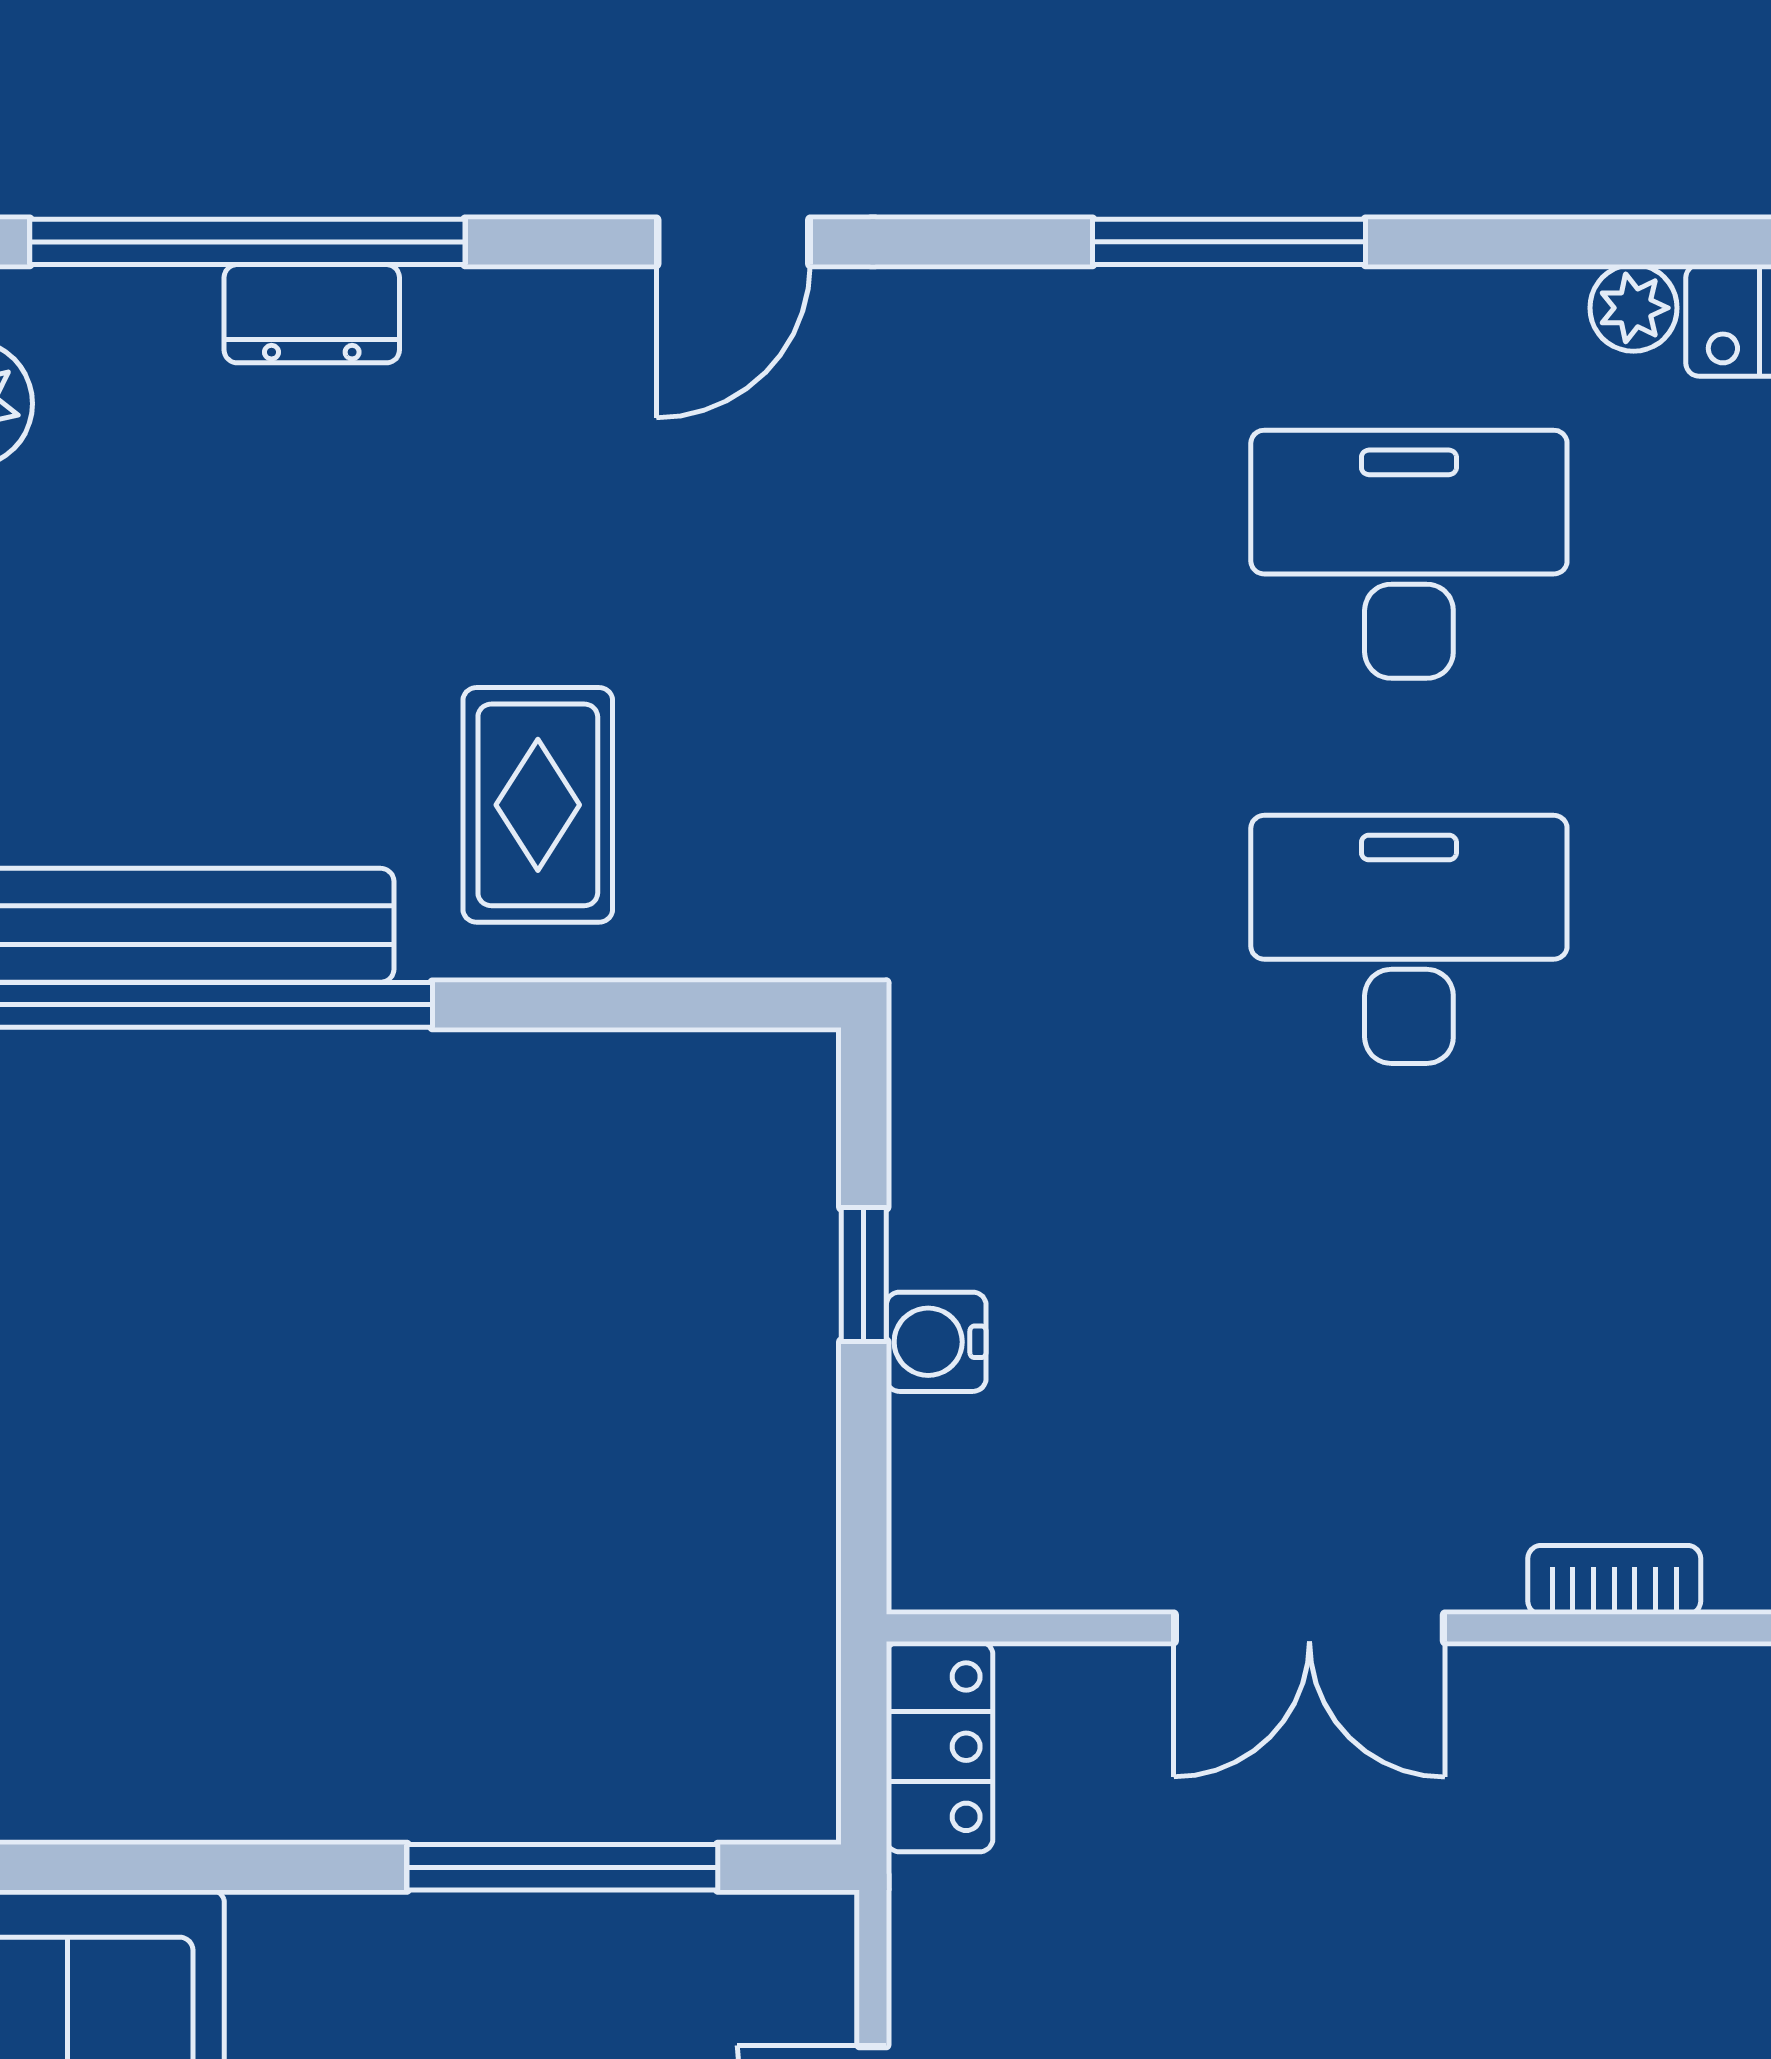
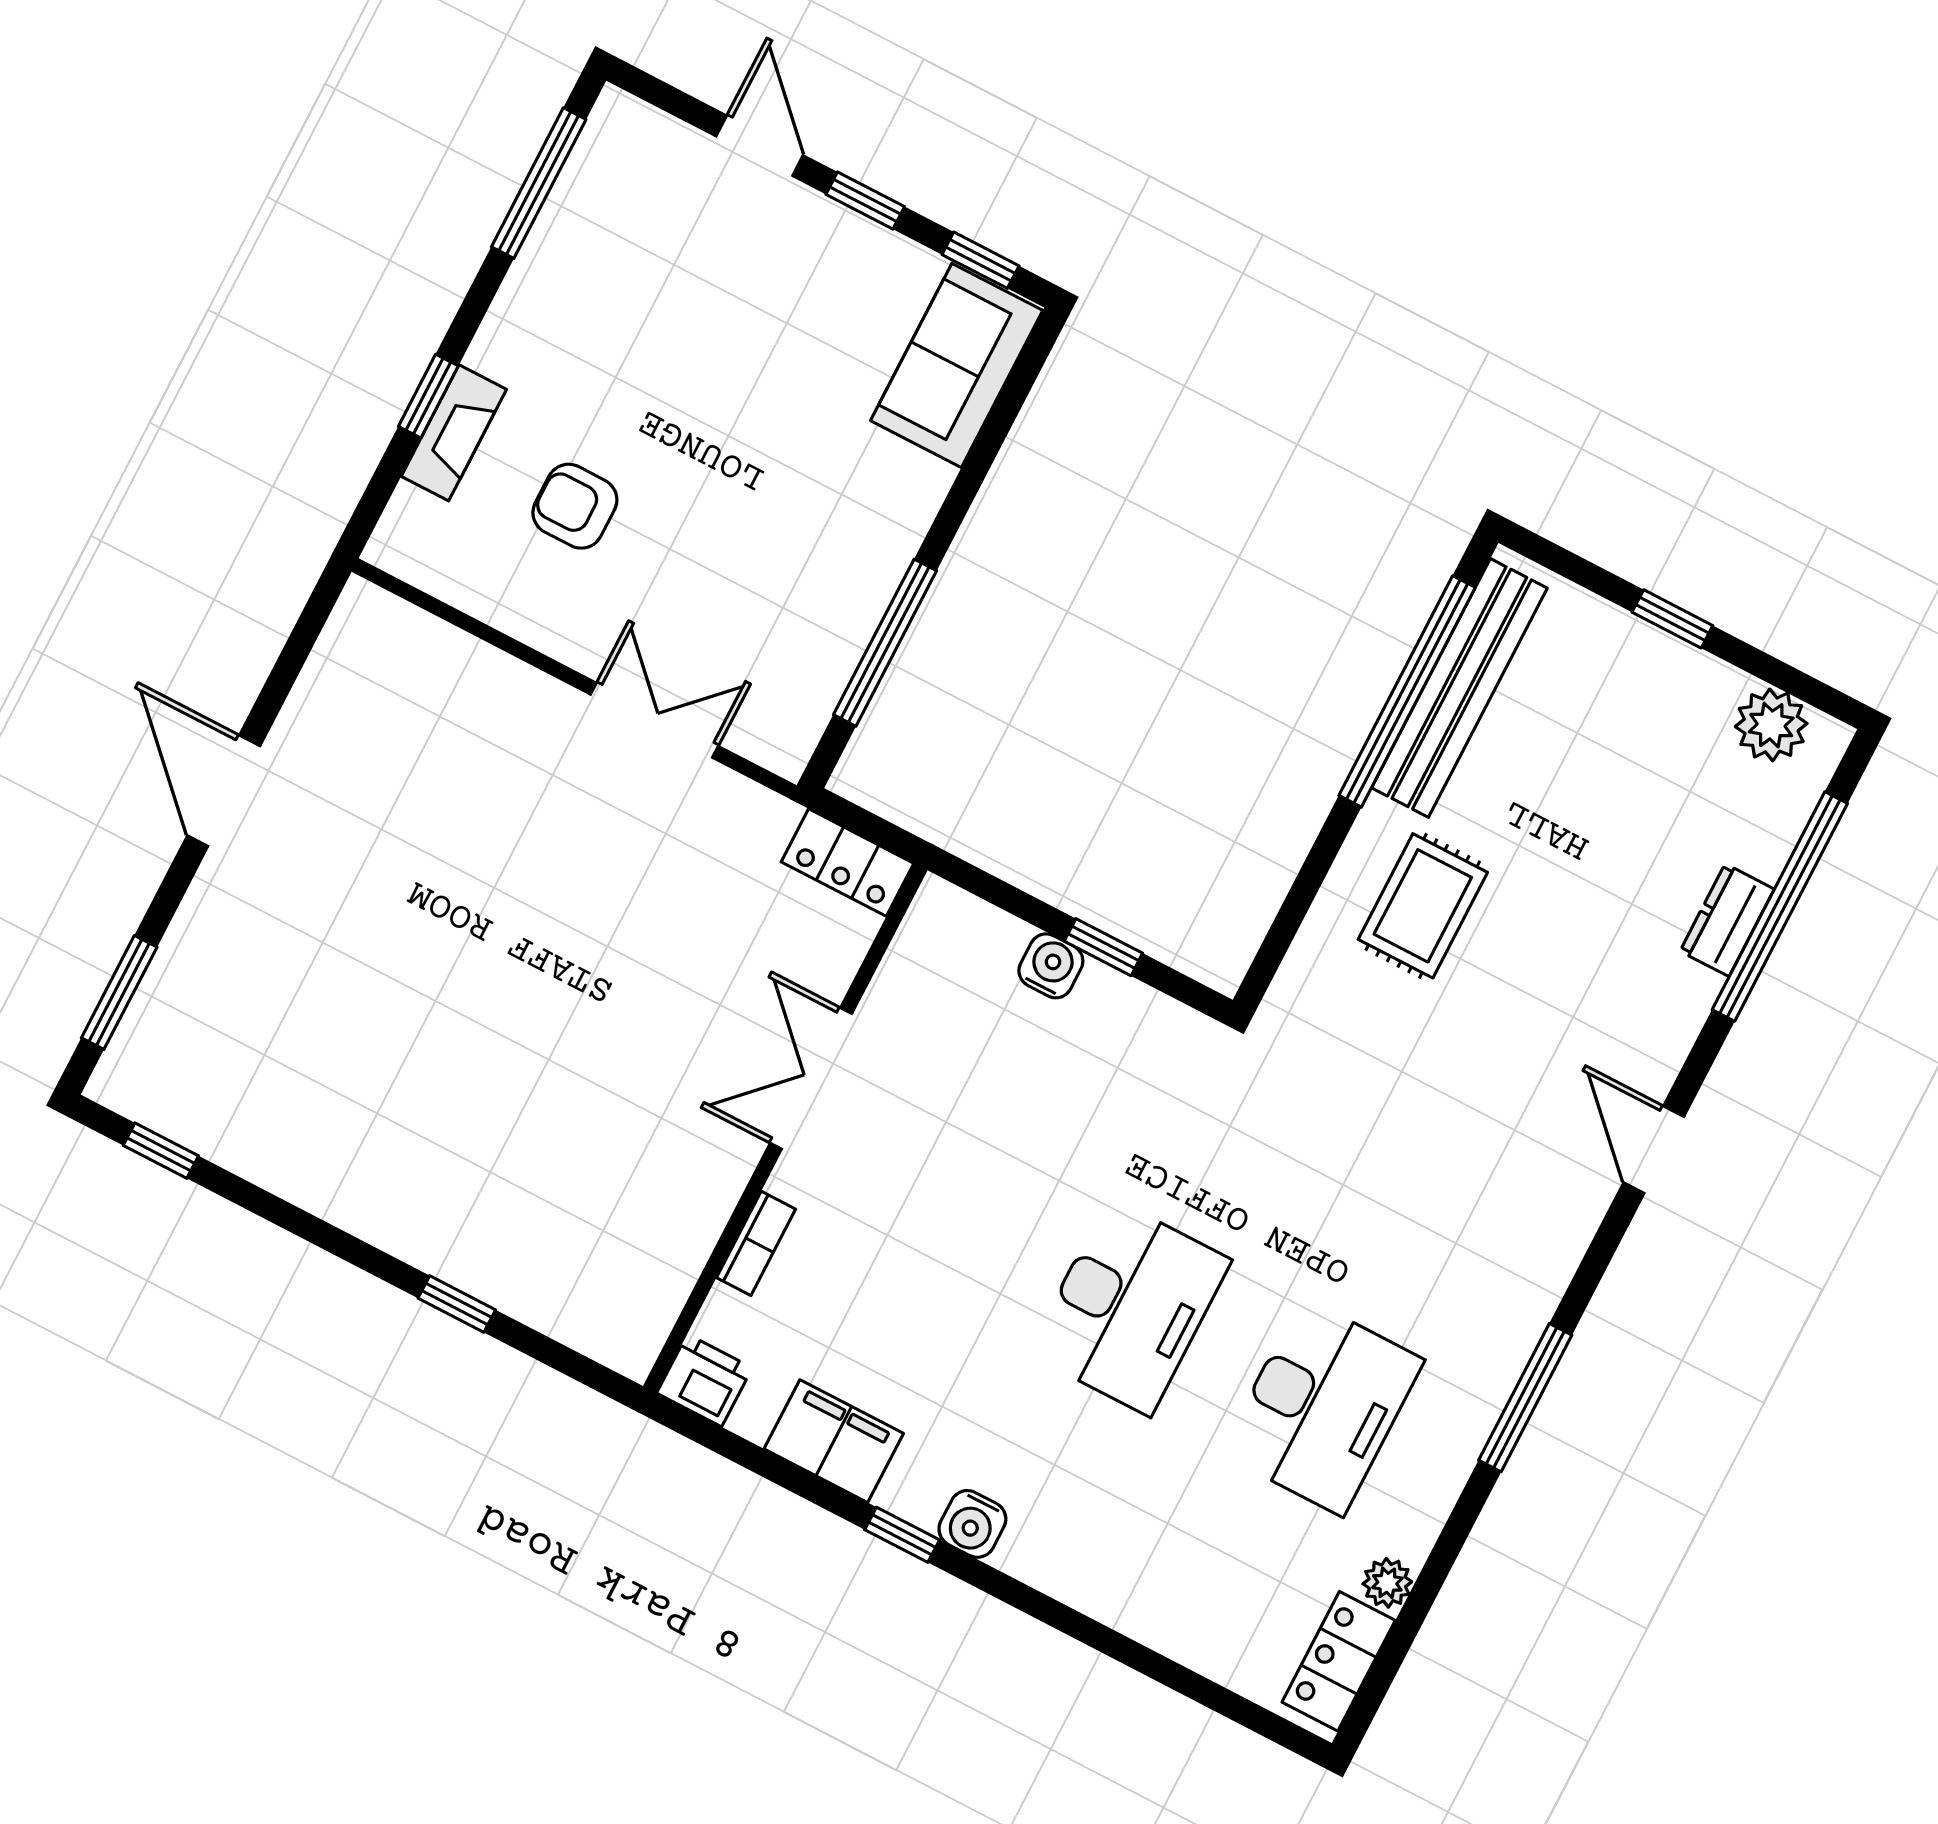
rug: (538, 805) -> (1423, 906), turned 90

